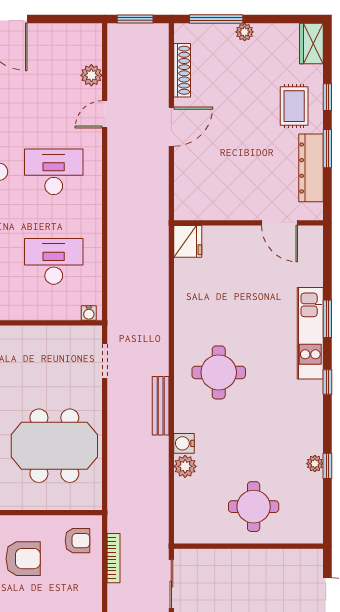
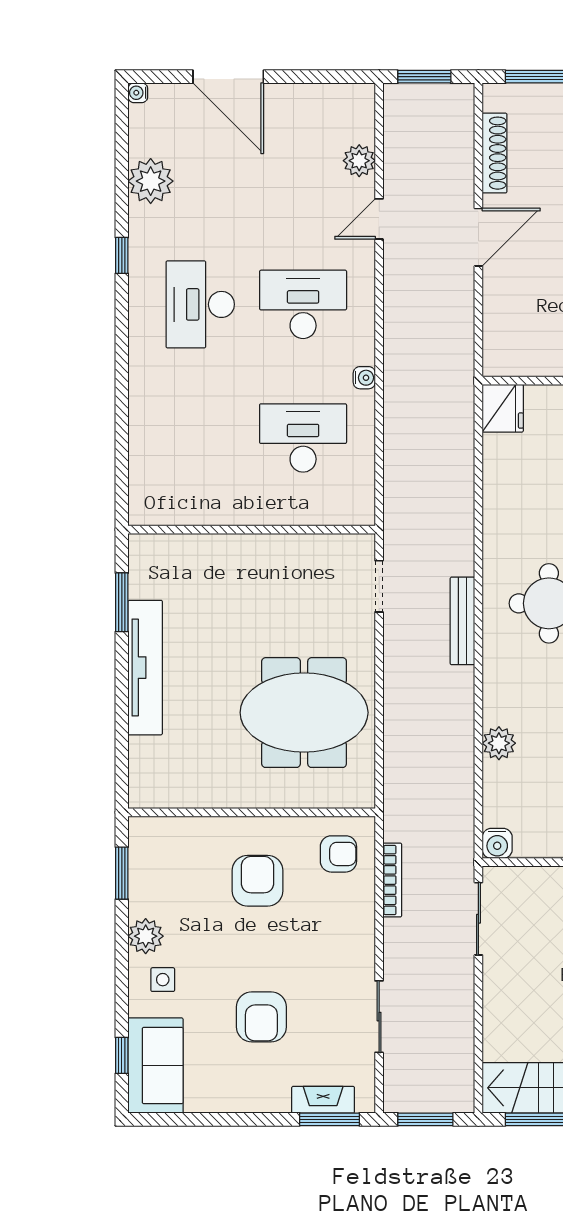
water cooler: (89, 313) -> (364, 378), moved, turned -90
bench: (161, 406) -> (462, 621), moved
water cooler: (184, 443) -> (497, 843), moved, turned -90
armchair: (23, 559) -> (258, 881), turned -90

